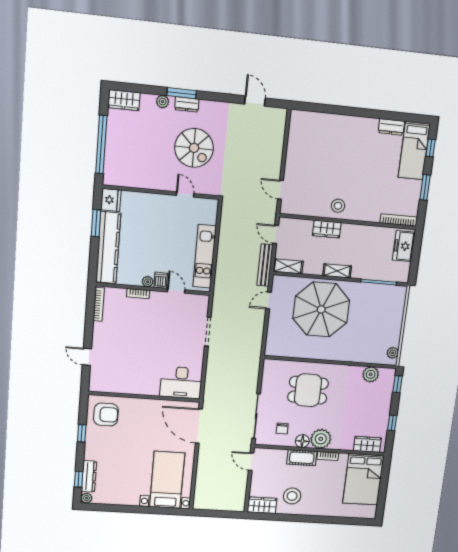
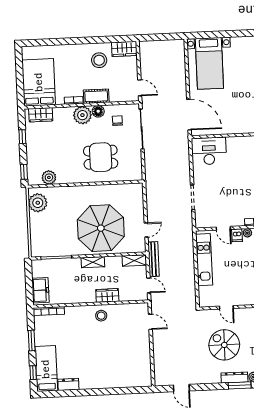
dresser: (187, 104) -> (234, 378), width x1.44
plant: (393, 353) -> (38, 203), width x1.88, depth x1.88

